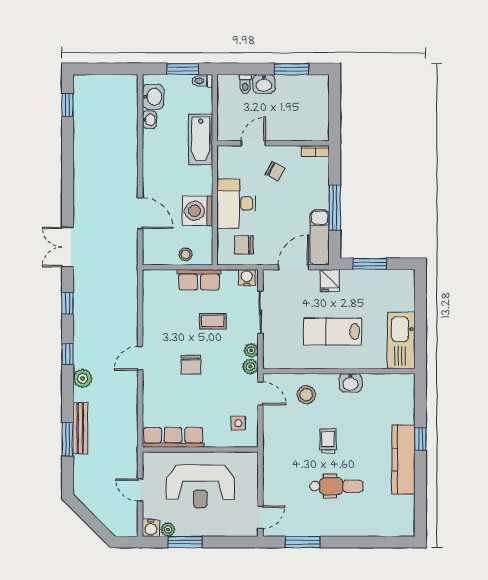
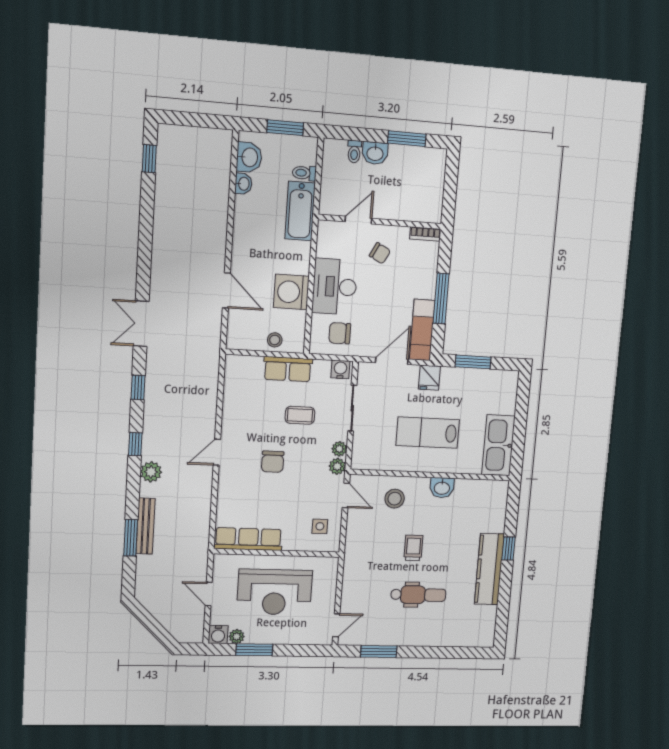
toilet: (202, 81) -> (304, 173), moved

